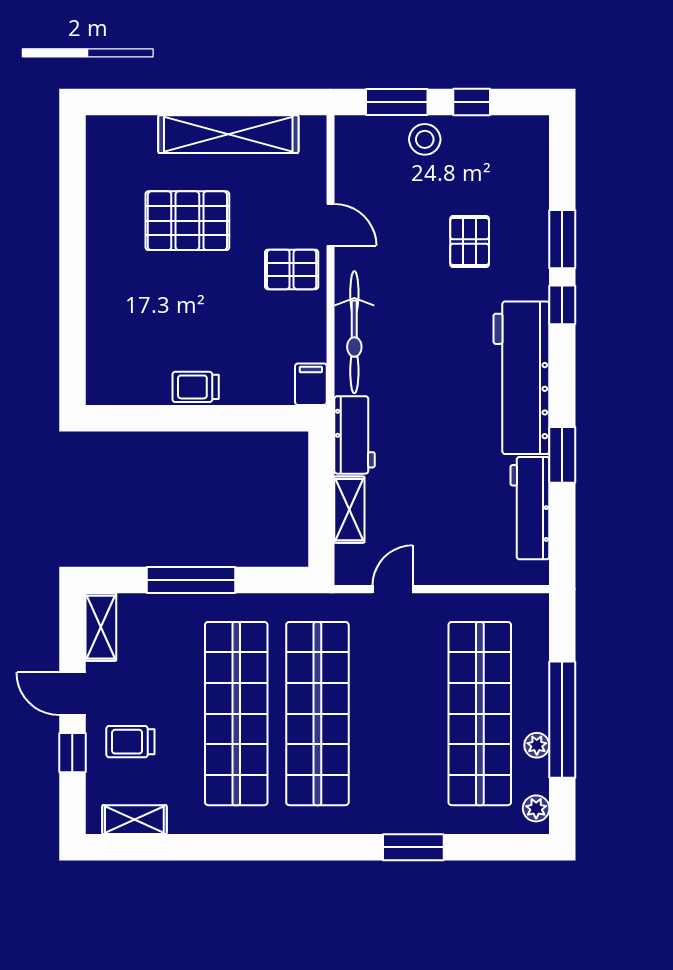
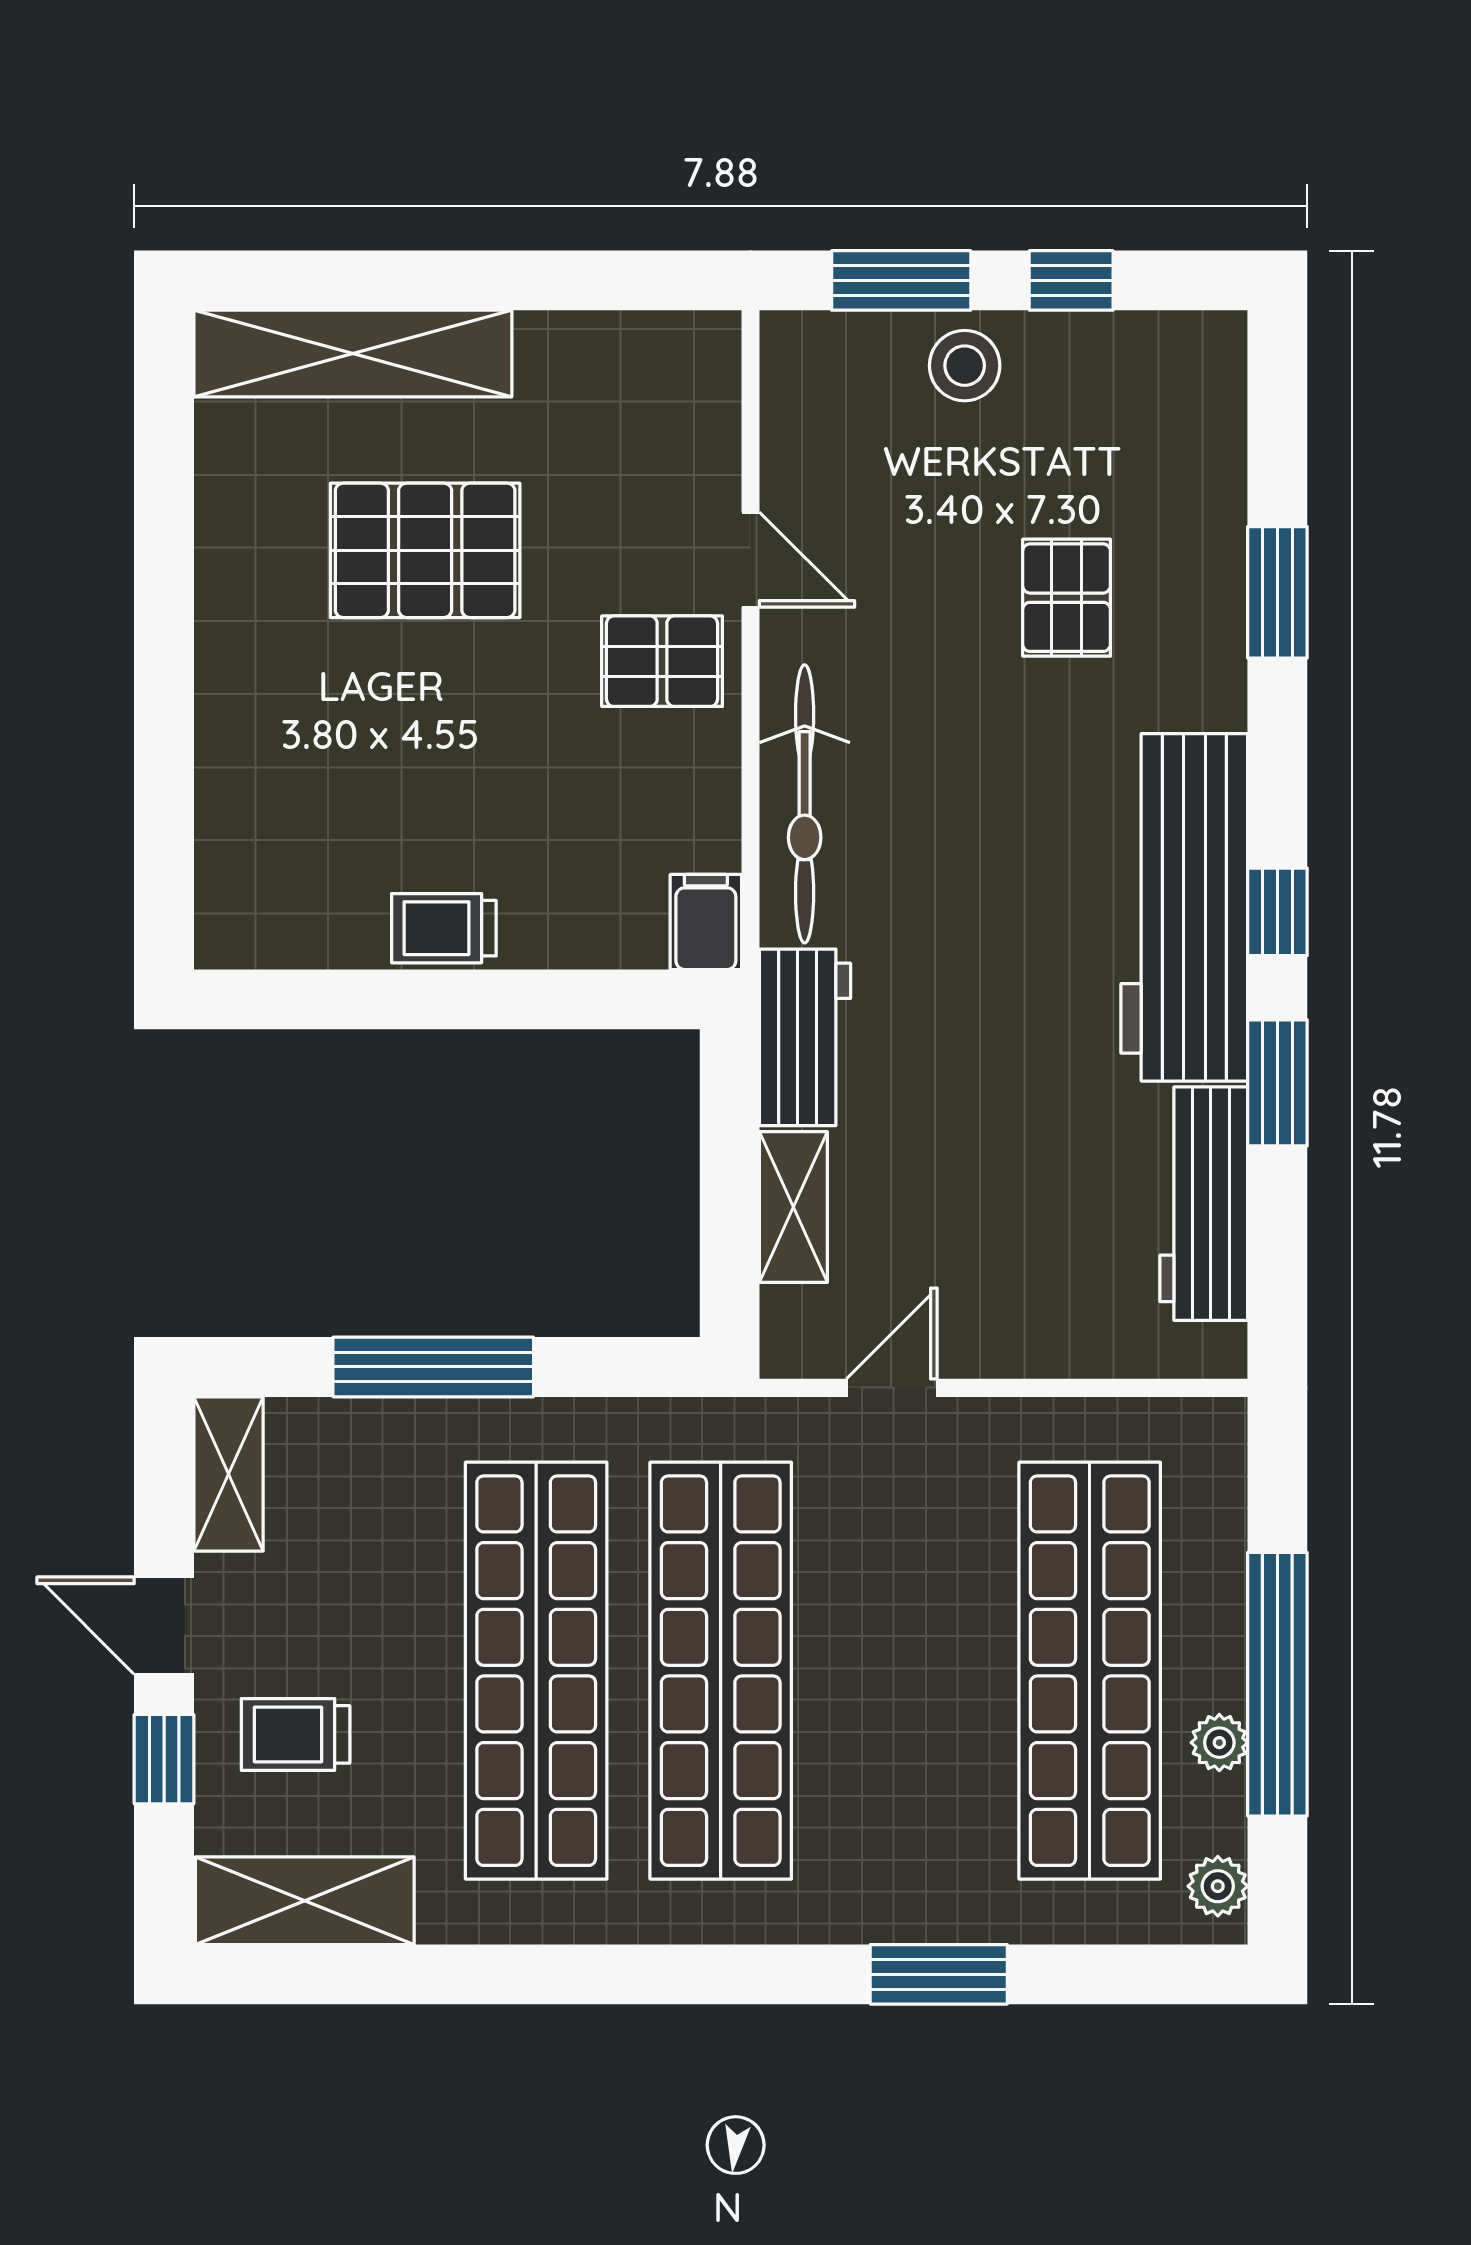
shelving: (228, 134) -> (353, 354), moved
window: (562, 305) -> (1277, 912), moved
shelving: (134, 820) -> (305, 1901), width x1.50, depth x1.33

